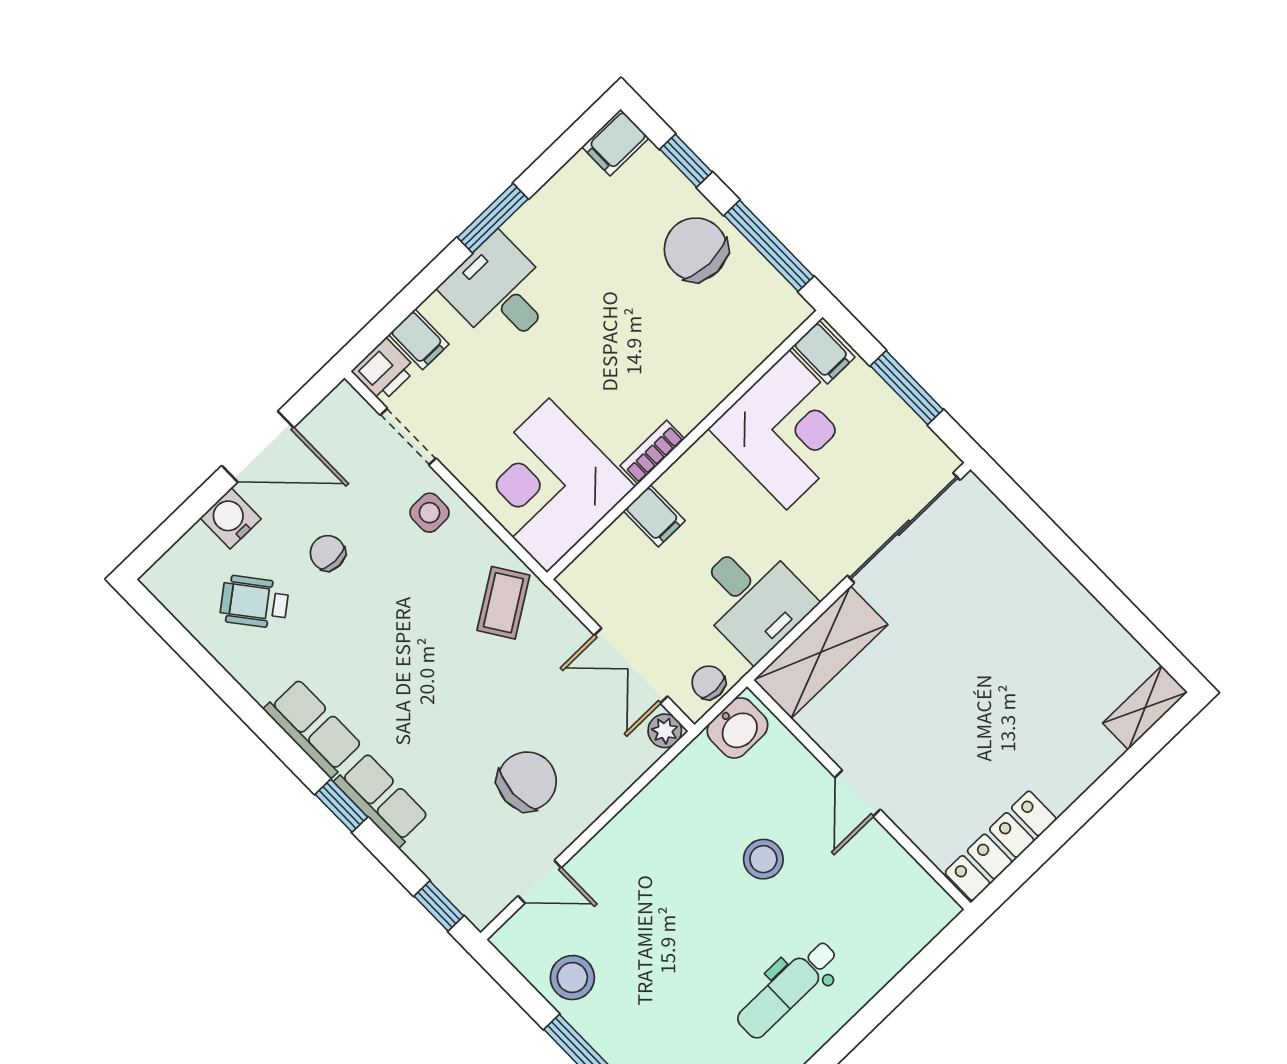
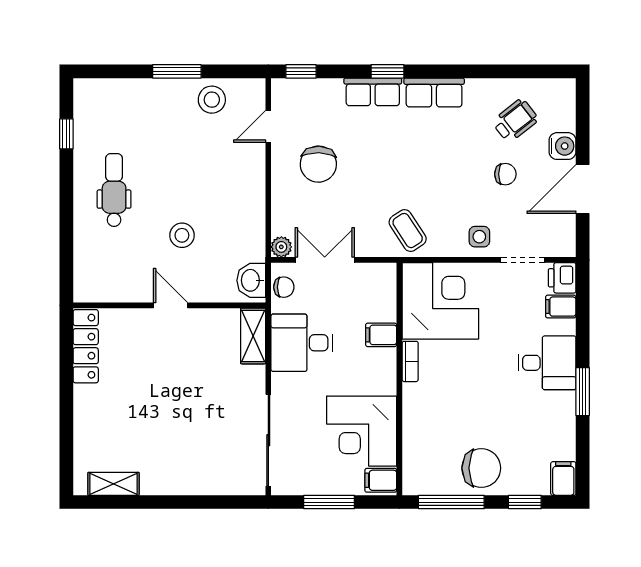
shelving: (821, 652) -> (253, 336), width x0.67, depth x0.75
shelving: (1145, 708) -> (113, 484), moved, turned 90

